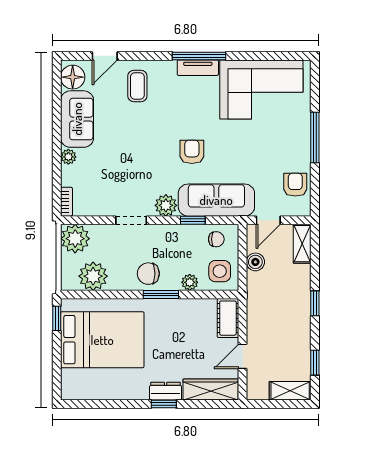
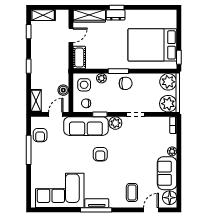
window: (315, 138) -> (29, 150), moved
plant: (93, 276) -> (168, 82), moved

